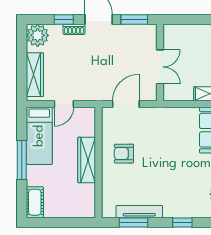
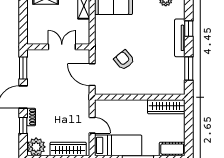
armchair: (124, 154) -> (124, 60), moved, turned 141
wardrobe: (87, 160) -> (166, 107), moved
tv unit: (139, 212) -> (180, 38), moved

